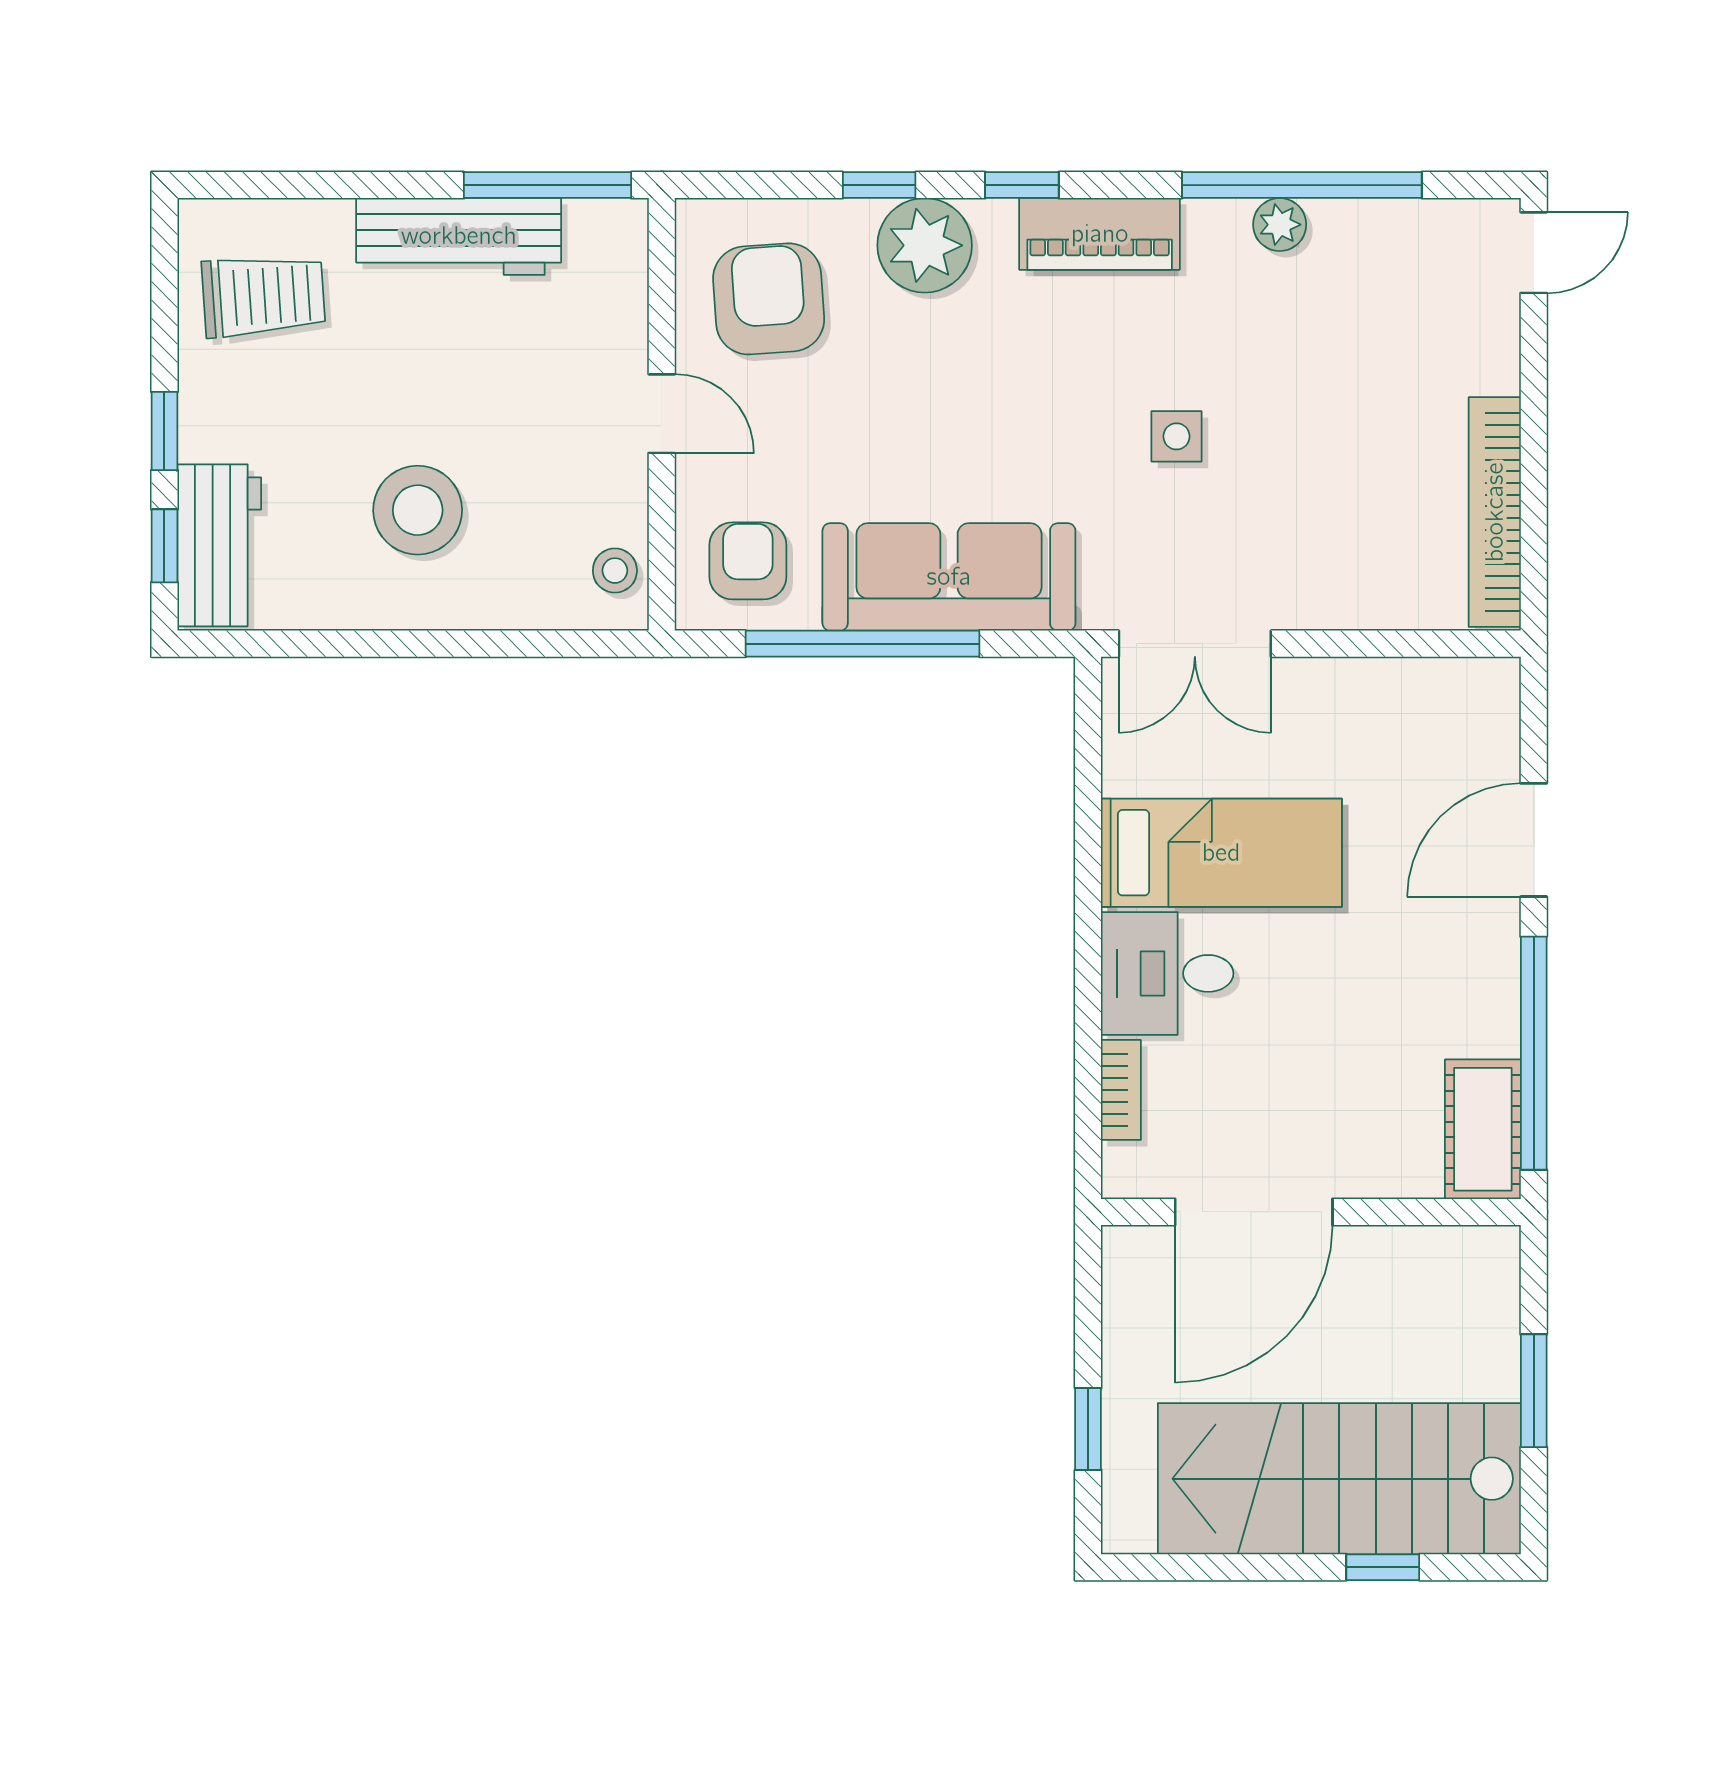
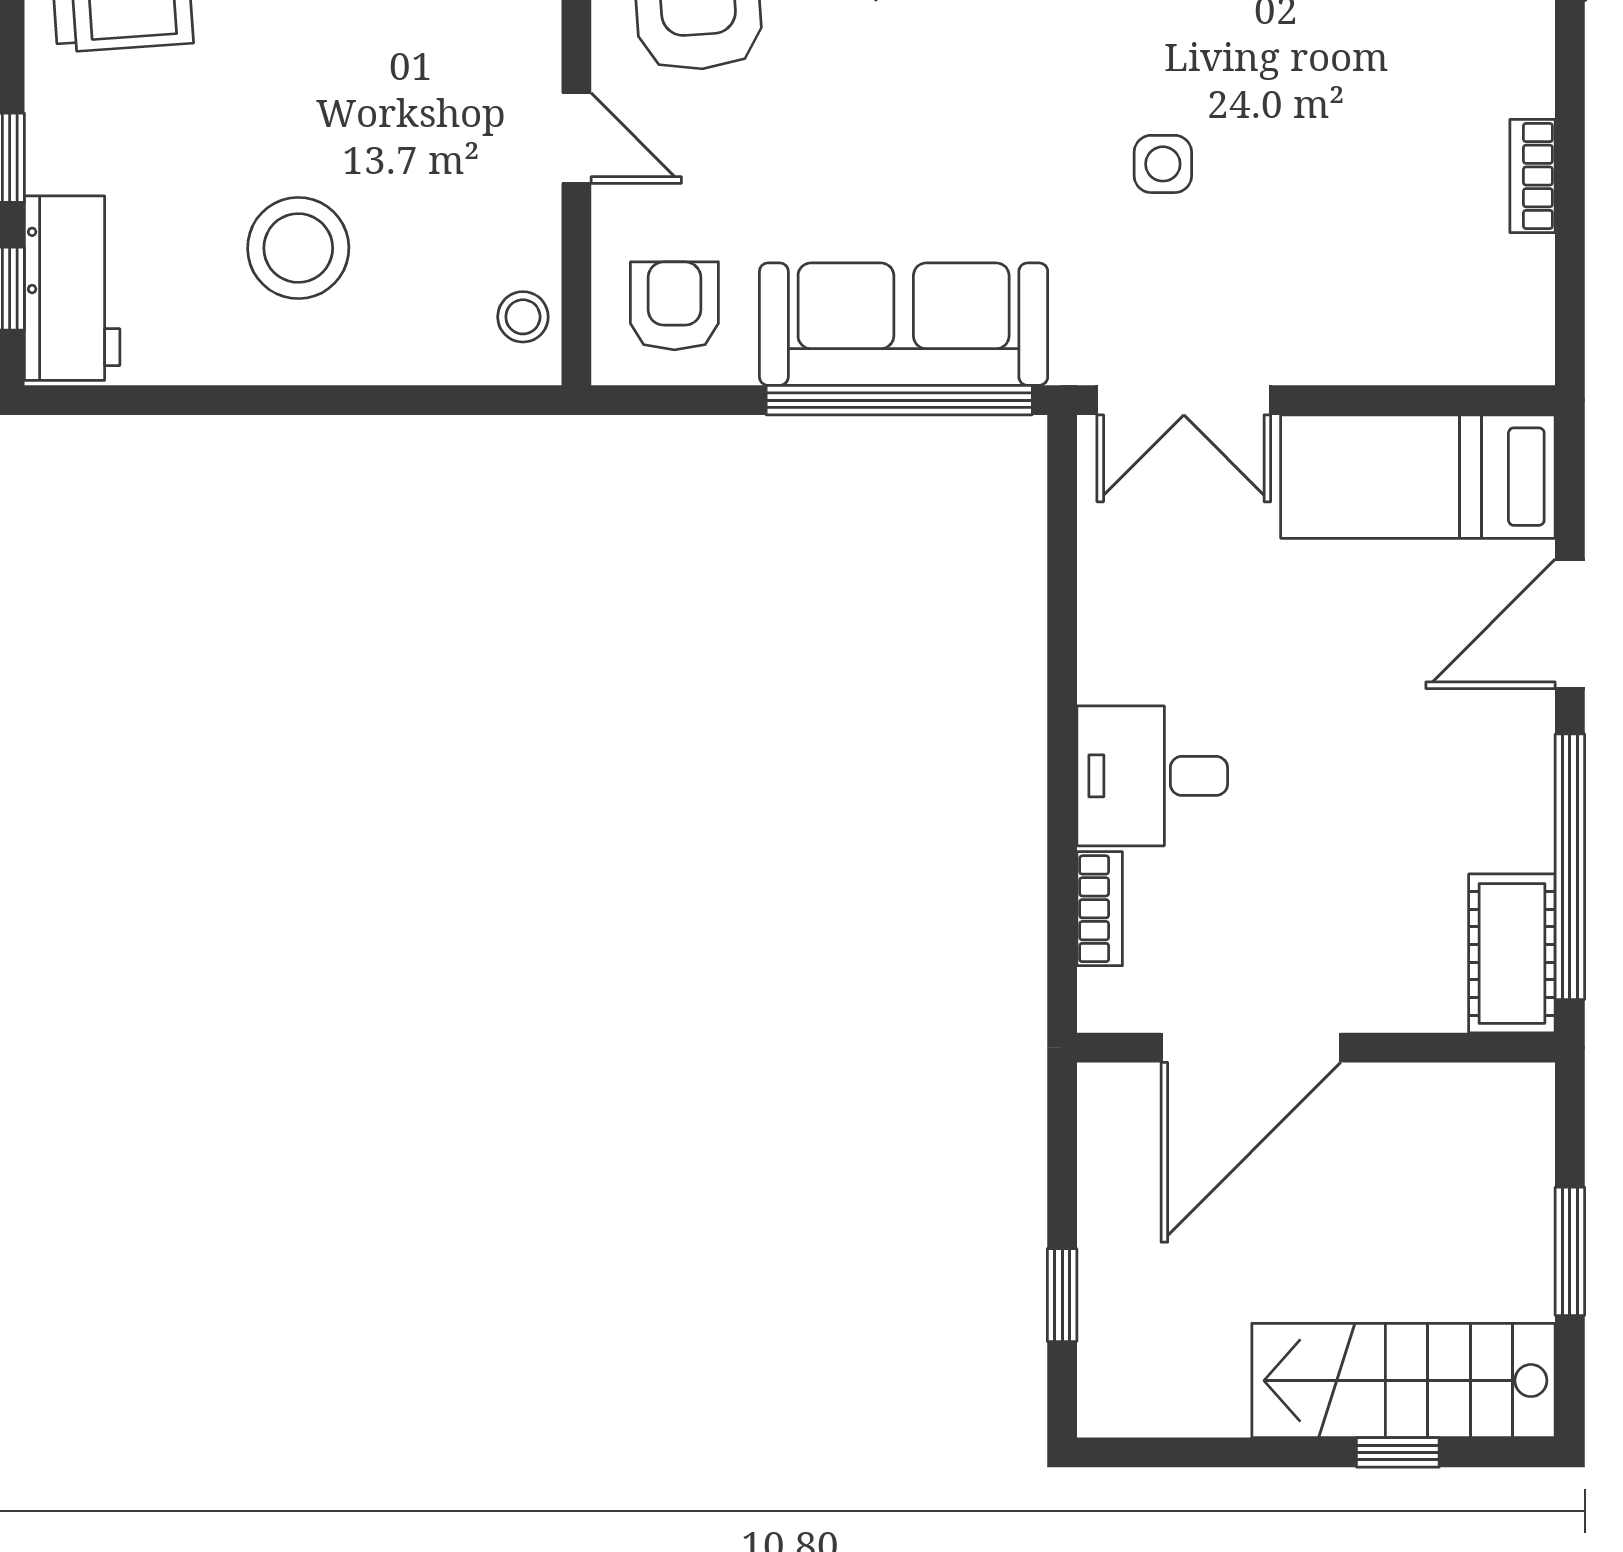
bookcase: (1495, 512) -> (1532, 176), width x0.43, depth x0.76
window: (862, 644) -> (899, 400), moved
bed: (1221, 853) -> (1418, 477), moved, turned 180
stairs: (1339, 1479) -> (1403, 1381), width x0.73, depth x0.66

